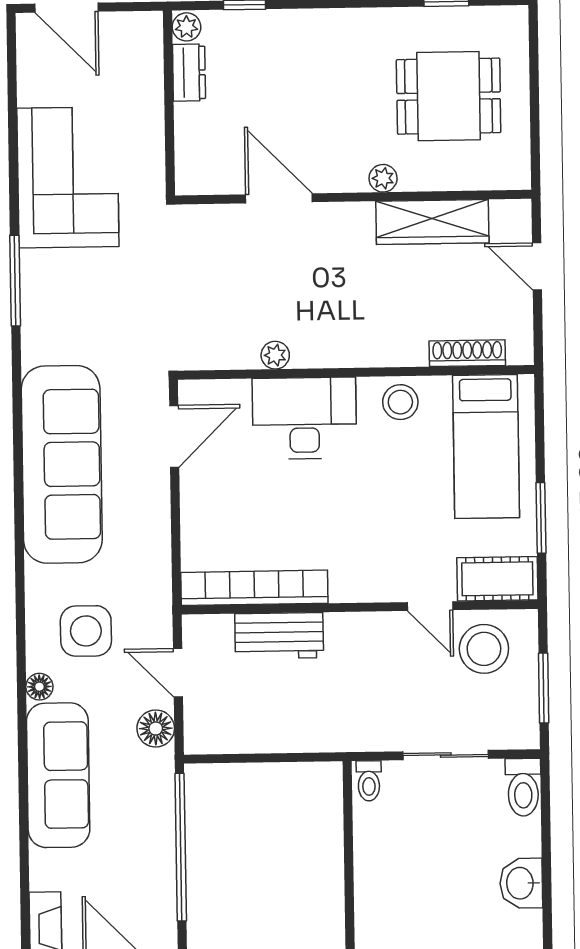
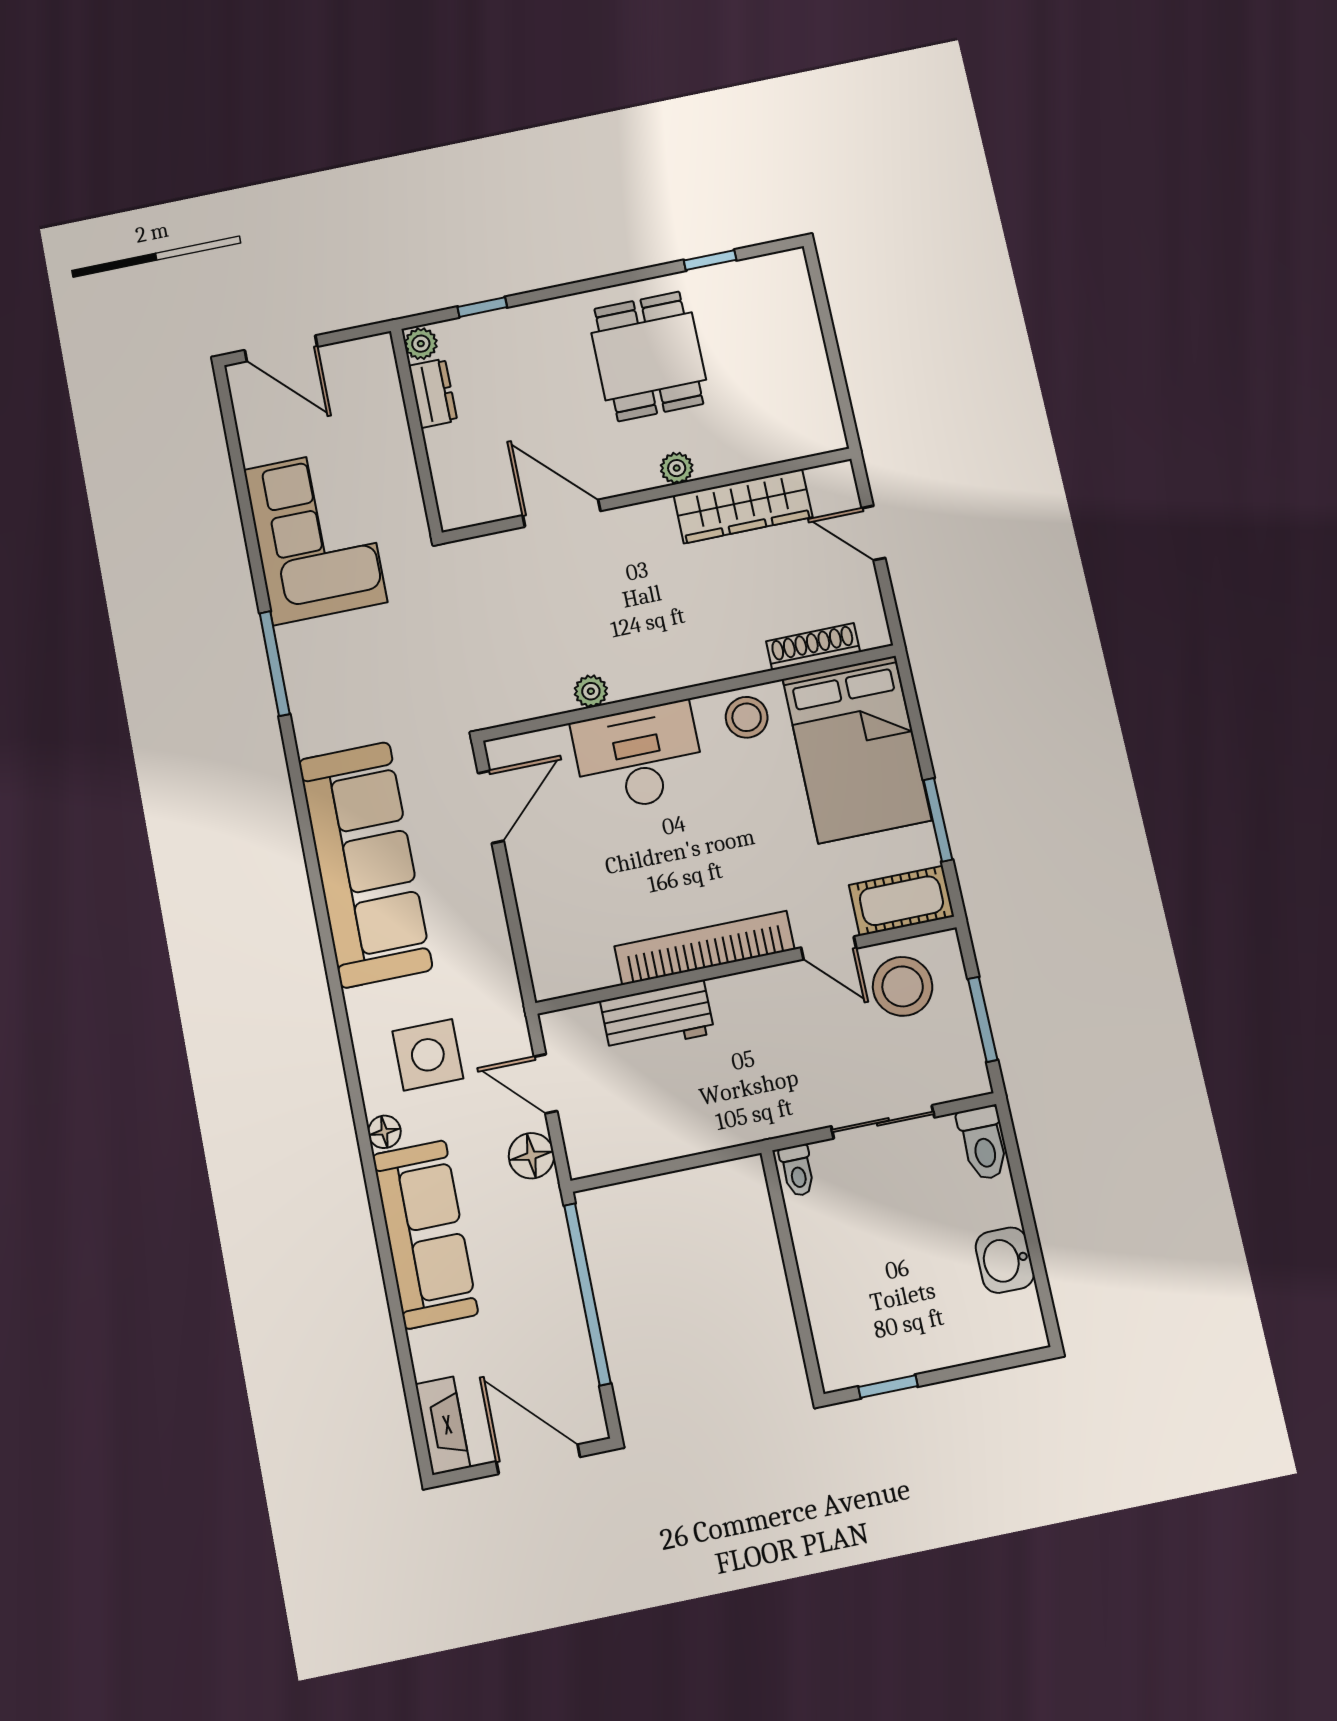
dining table: (449, 96) -> (649, 356), moved, turned 90
bed: (486, 447) -> (857, 749), width x1.50
bookcase: (254, 588) -> (704, 948), moved

